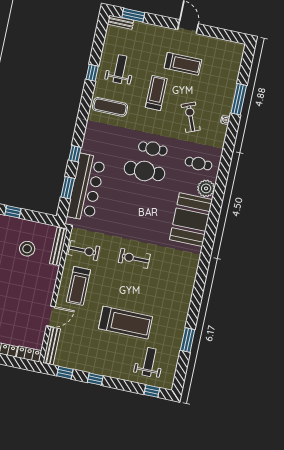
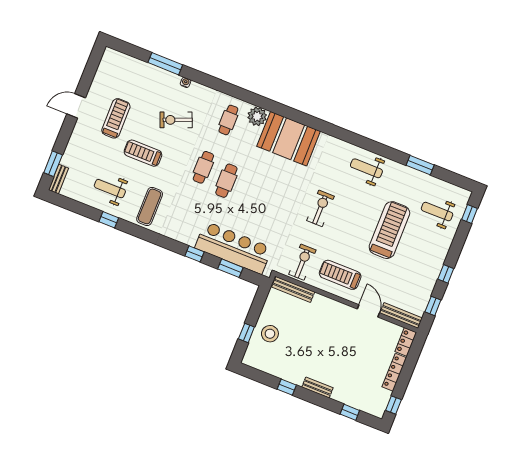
cafe table: (144, 171) -> (226, 181), width x0.73, depth x0.74
stool: (27, 249) -> (270, 334), moved
exercise bike: (134, 258) -> (320, 208), turned 180
treadmill: (78, 286) -> (340, 275), turned 180
weight bench: (177, 293) -> (366, 168), added

